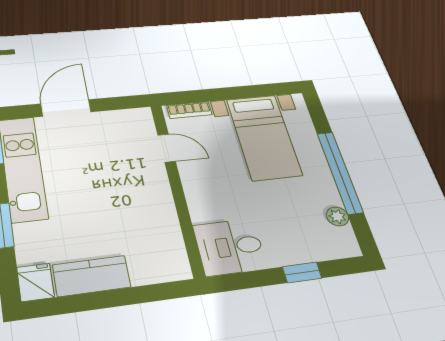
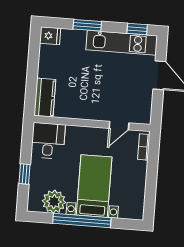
bed with nightstands: (264, 137) -> (94, 186), moved, turned 90
plant: (337, 216) -> (54, 202), width x1.88, depth x1.88
kitchen counter: (91, 276) -> (45, 98), moved

